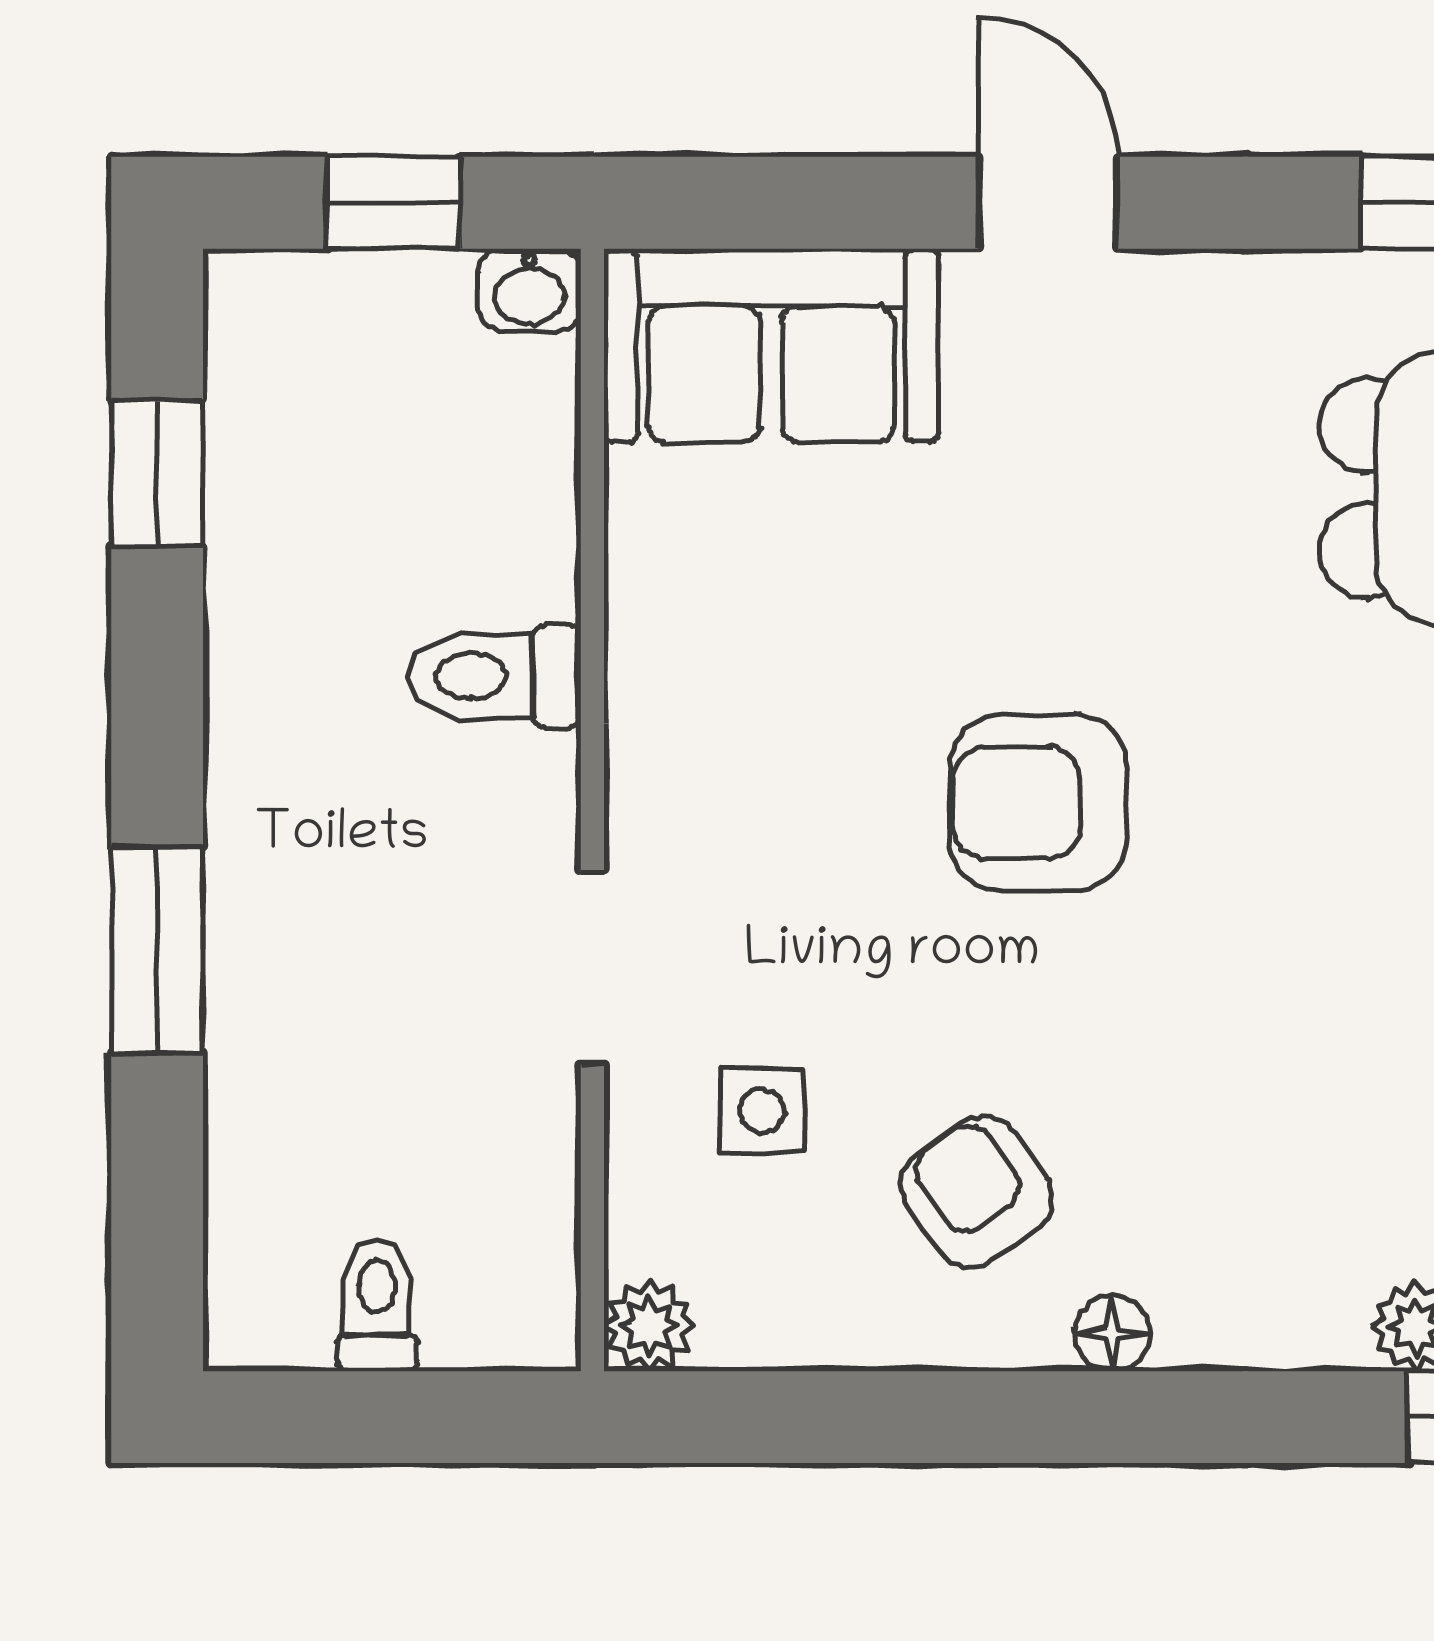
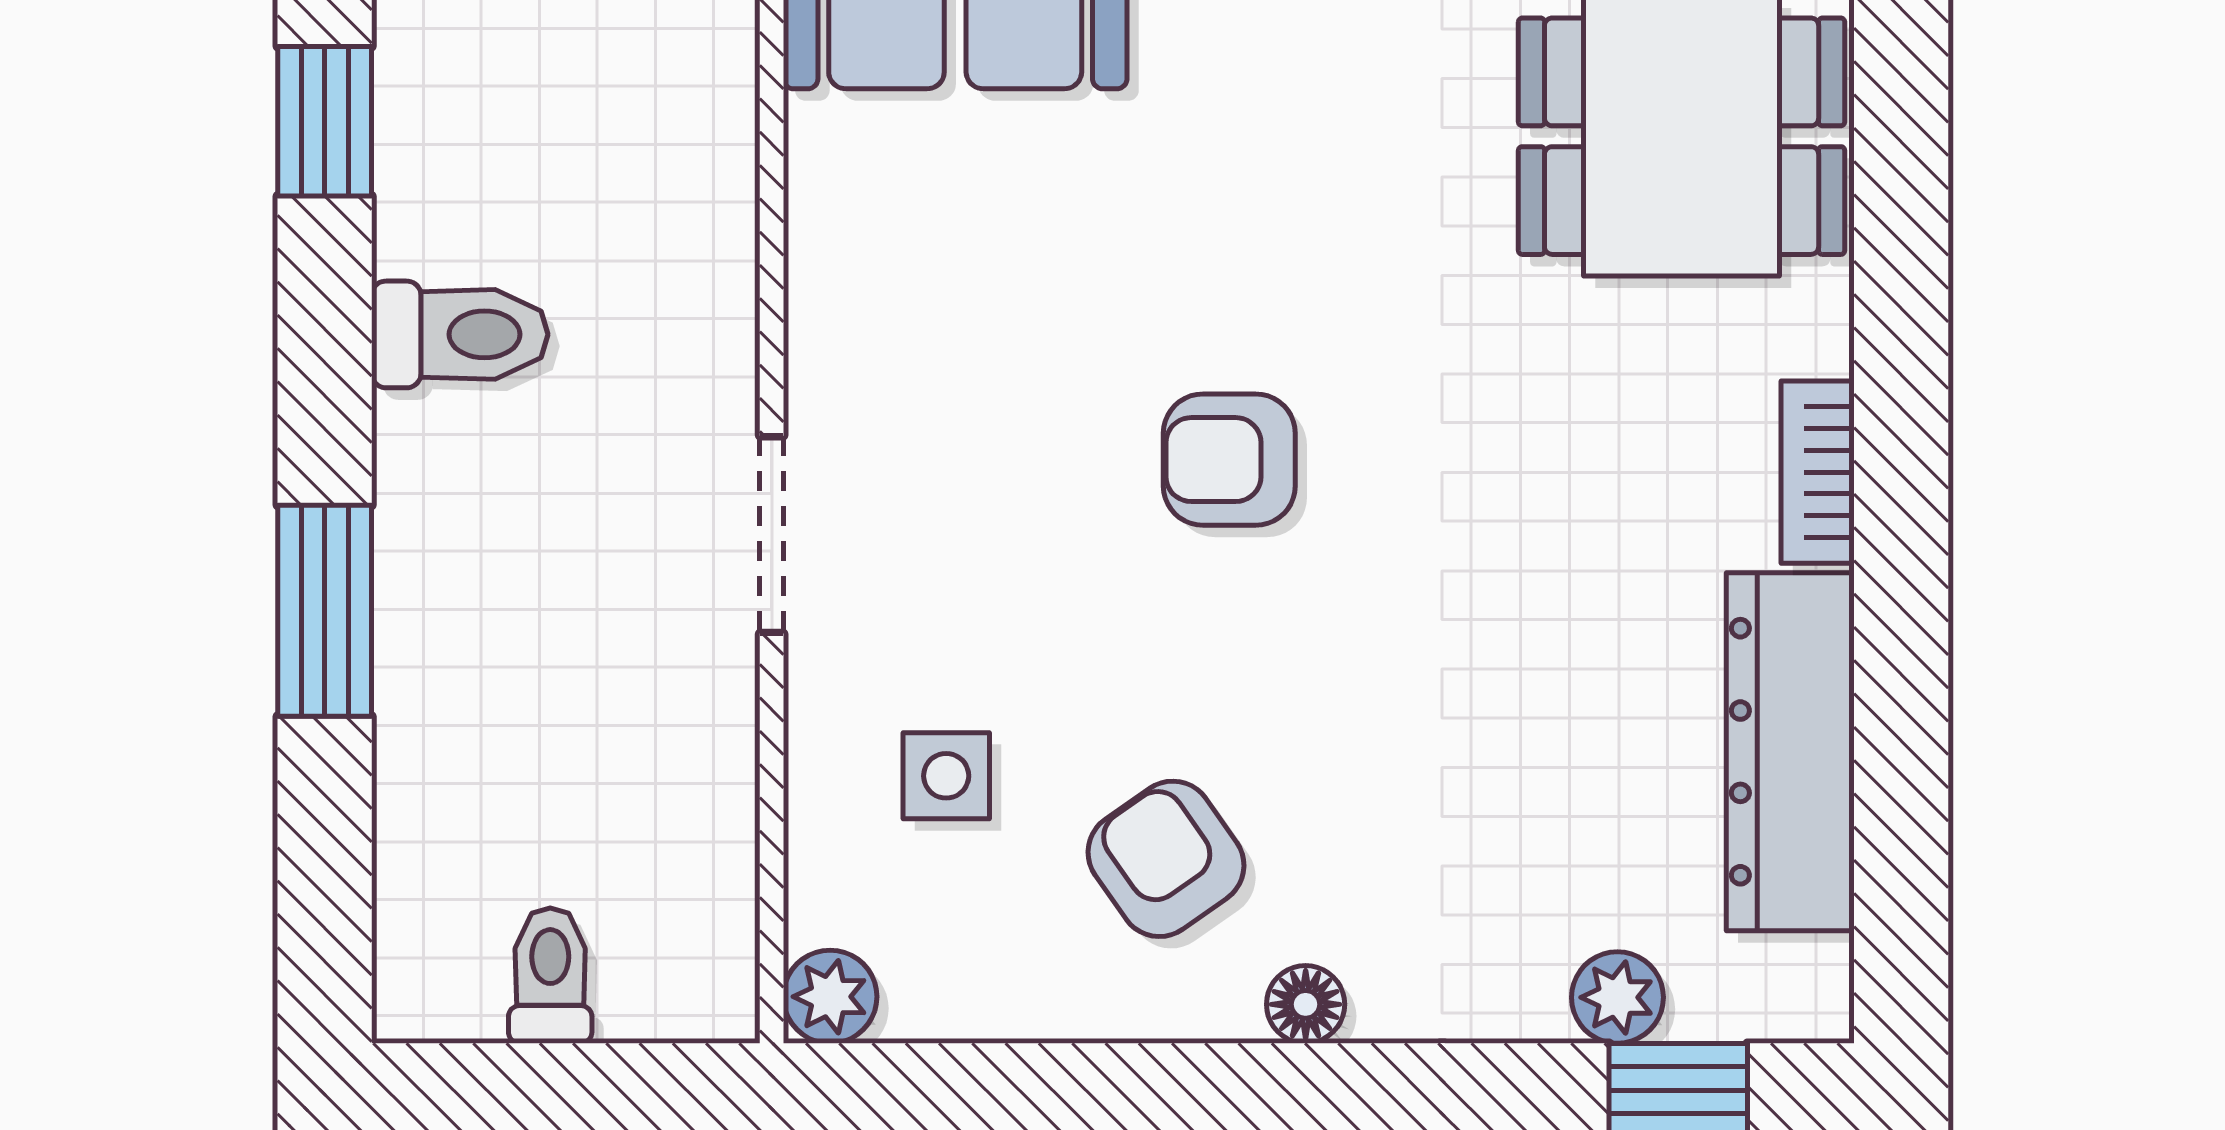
toilet: (495, 676) -> (460, 334), moved, turned 180
armchair: (1038, 803) -> (1229, 460), width x0.72, depth x0.72
doorway: (592, 968) -> (772, 535), moved

